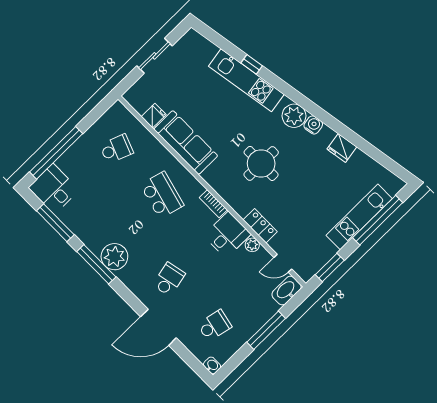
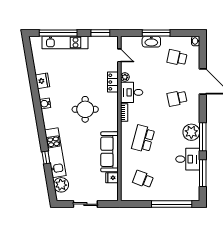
plant: (294, 116) -> (61, 185), moved
desk: (54, 189) -> (188, 159), moved, turned -90
washbasin: (286, 291) -> (151, 42), moved

